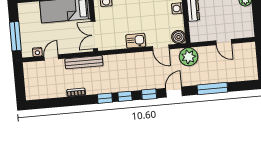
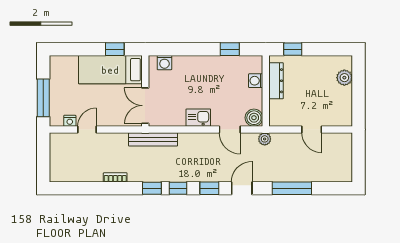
plant: (189, 57) -> (265, 139), width x0.53, depth x0.53
bench: (84, 62) -> (153, 139), moved

